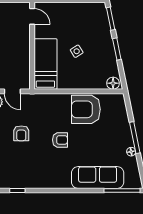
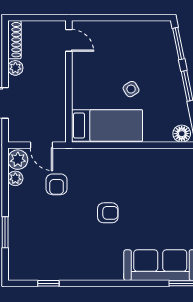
bed: (45, 64) -> (107, 126), moved, turned 90
armchair: (86, 109) -> (144, 170), removed
armchair: (21, 133) -> (57, 184), moved

